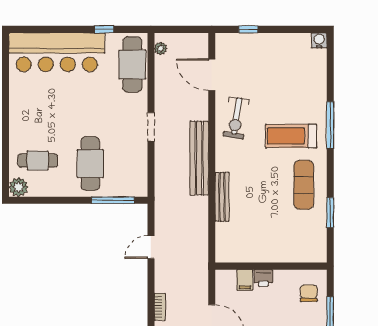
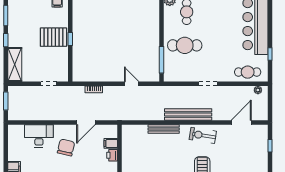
cafe table: (132, 64) -> (248, 72), width x0.73, depth x0.74
exercise bike: (236, 118) -> (203, 135), moved

